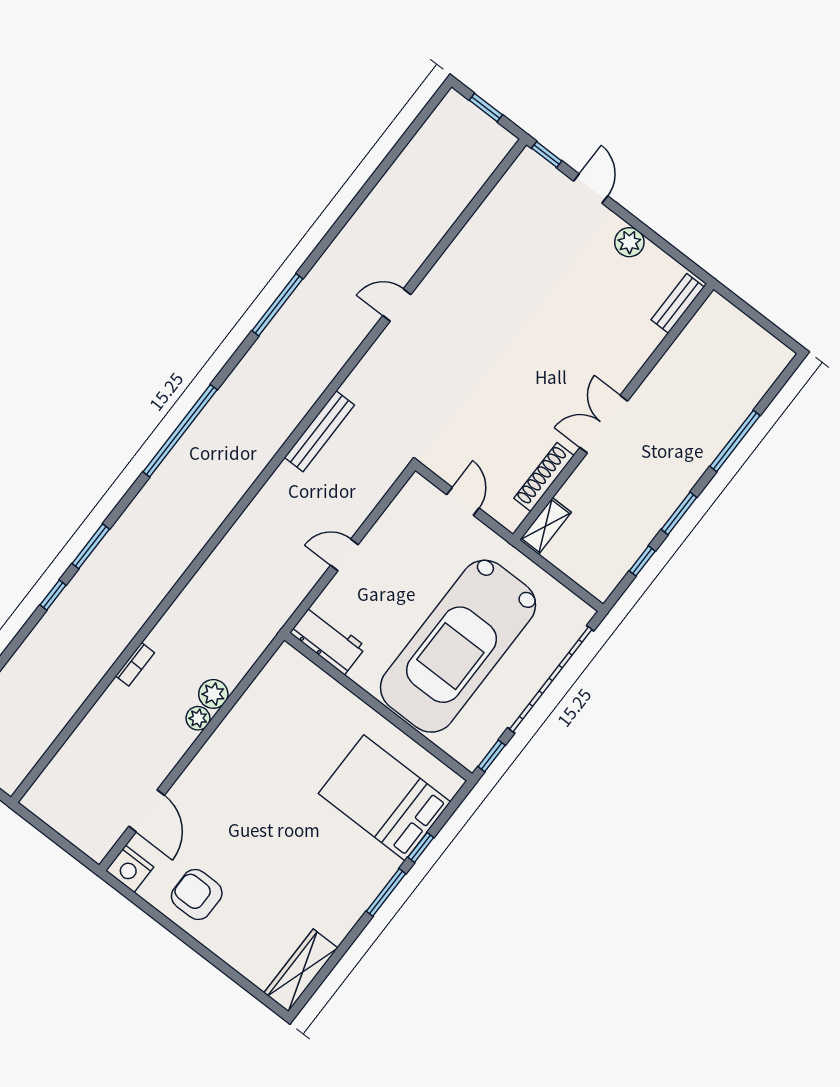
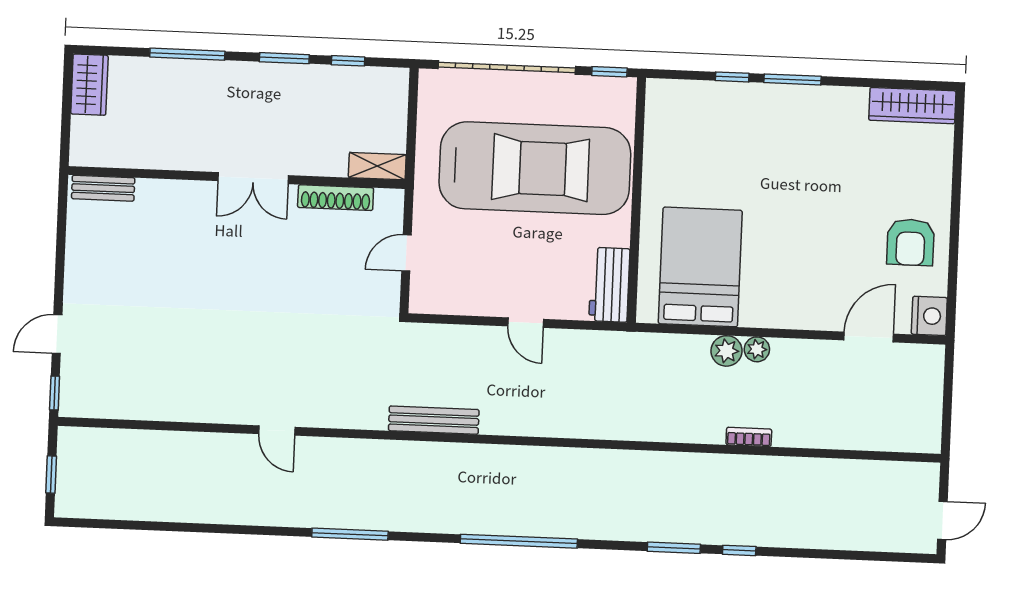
plant: (629, 242) -> (80, 268), removed
wardrobe: (765, 349) -> (89, 85), added
bed: (384, 798) -> (700, 267), moved, turned 180

